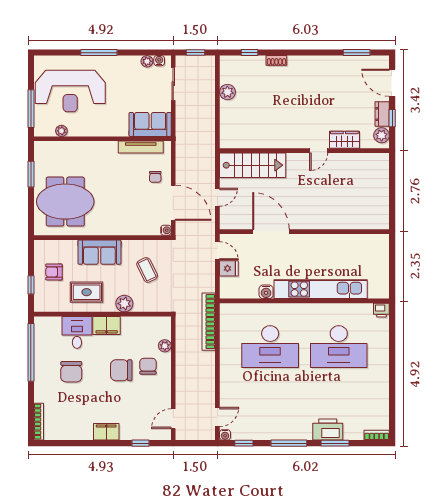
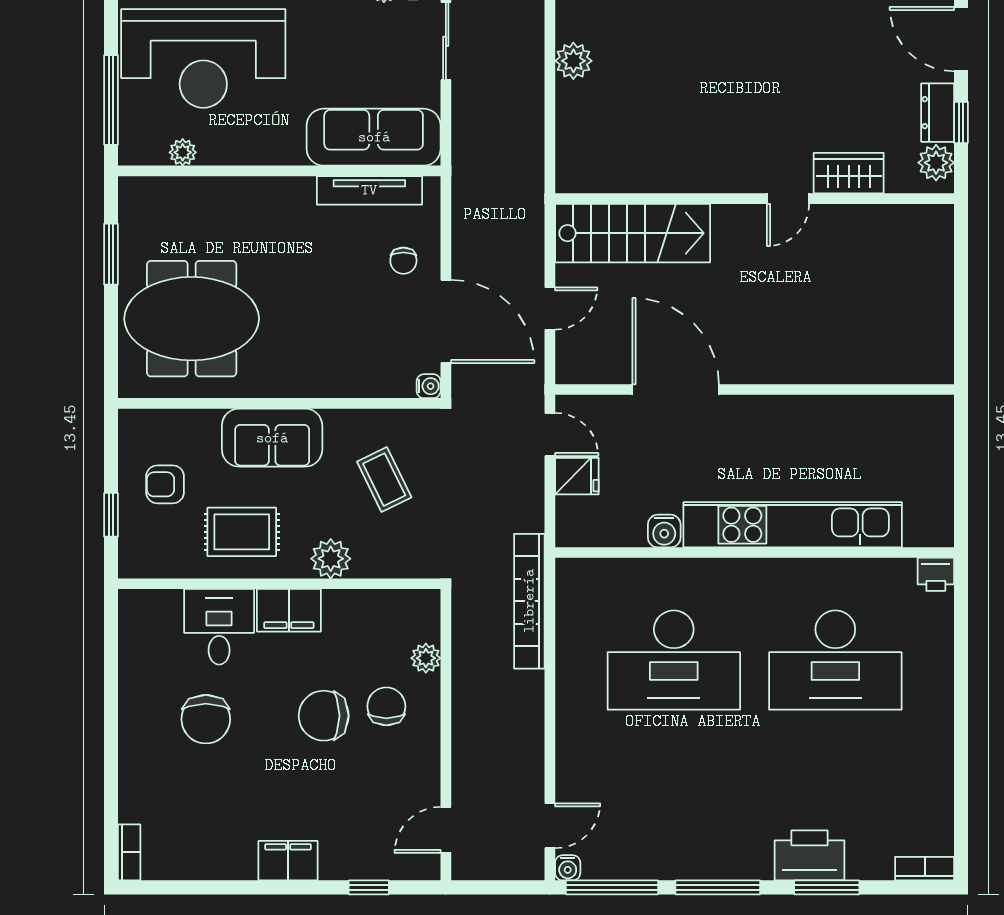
sofa: (150, 124) -> (374, 137), width x1.36
window: (31, 352) -> (111, 674), removed
bookcase: (39, 422) -> (129, 852), width x0.64
window: (244, 443) -> (612, 887), width x2.17

